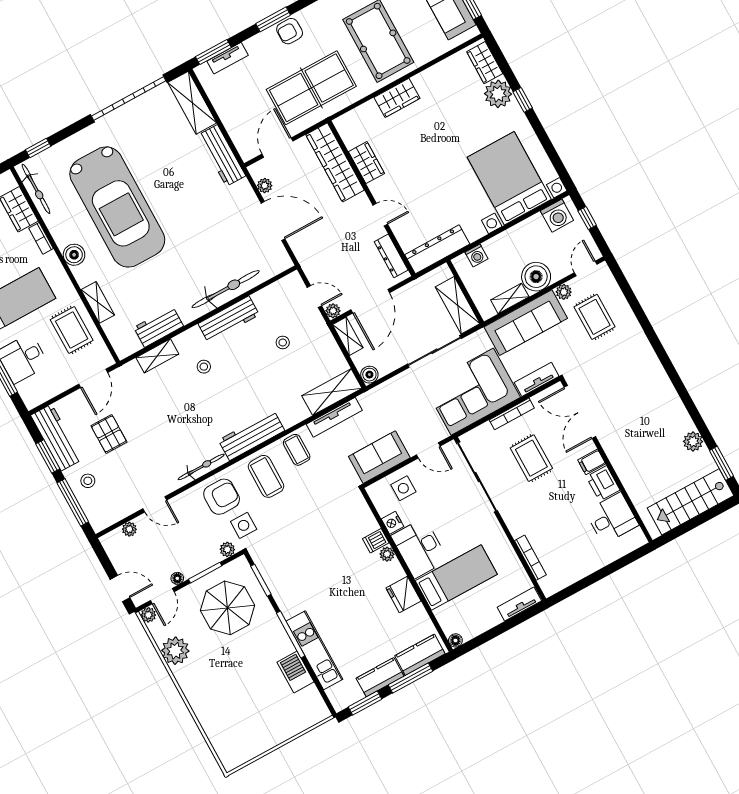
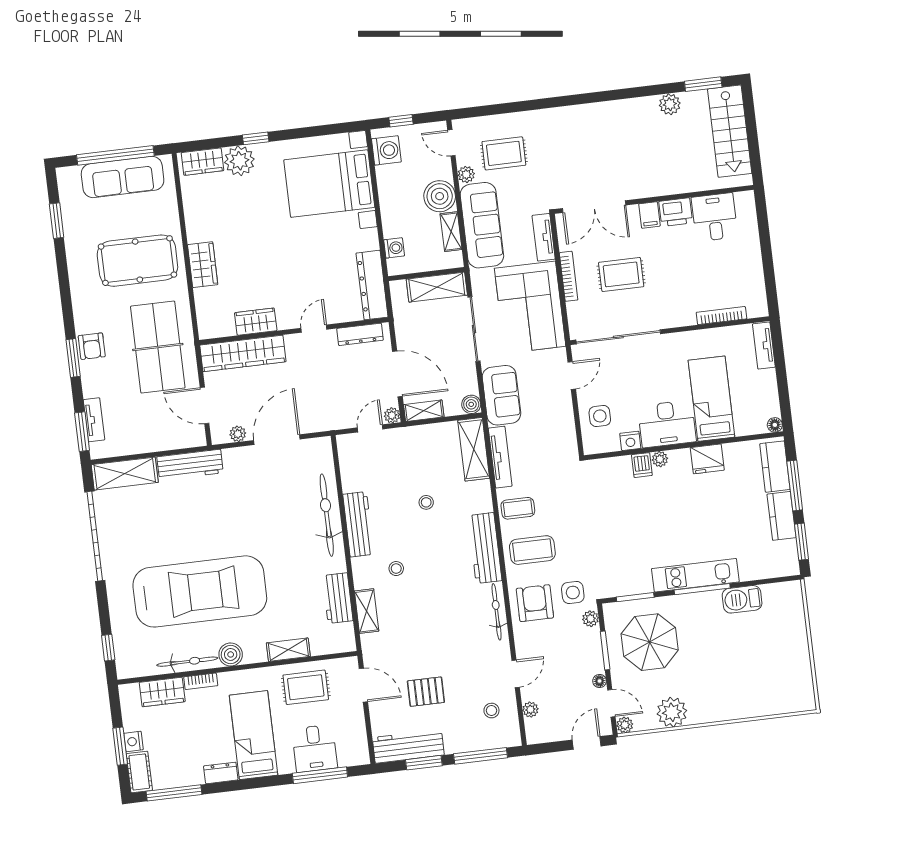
bicycle: (36, 189) -> (187, 662), moved
stool: (283, 342) -> (426, 502), moved
sofa: (379, 457) -> (501, 395), moved, turned 180
stool: (88, 481) -> (491, 711), moved
kitchen unit: (314, 650) -> (695, 575), moved

